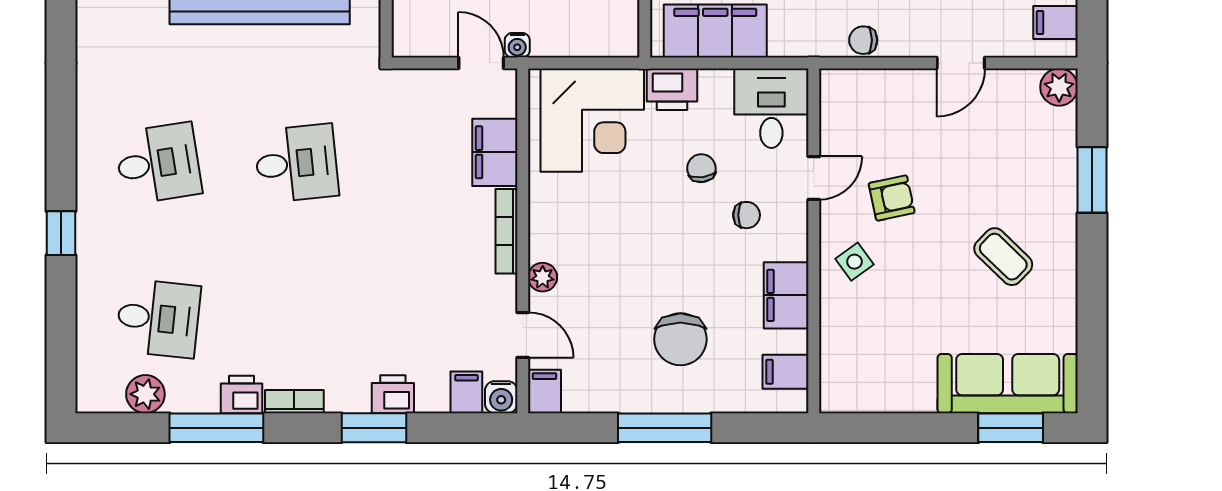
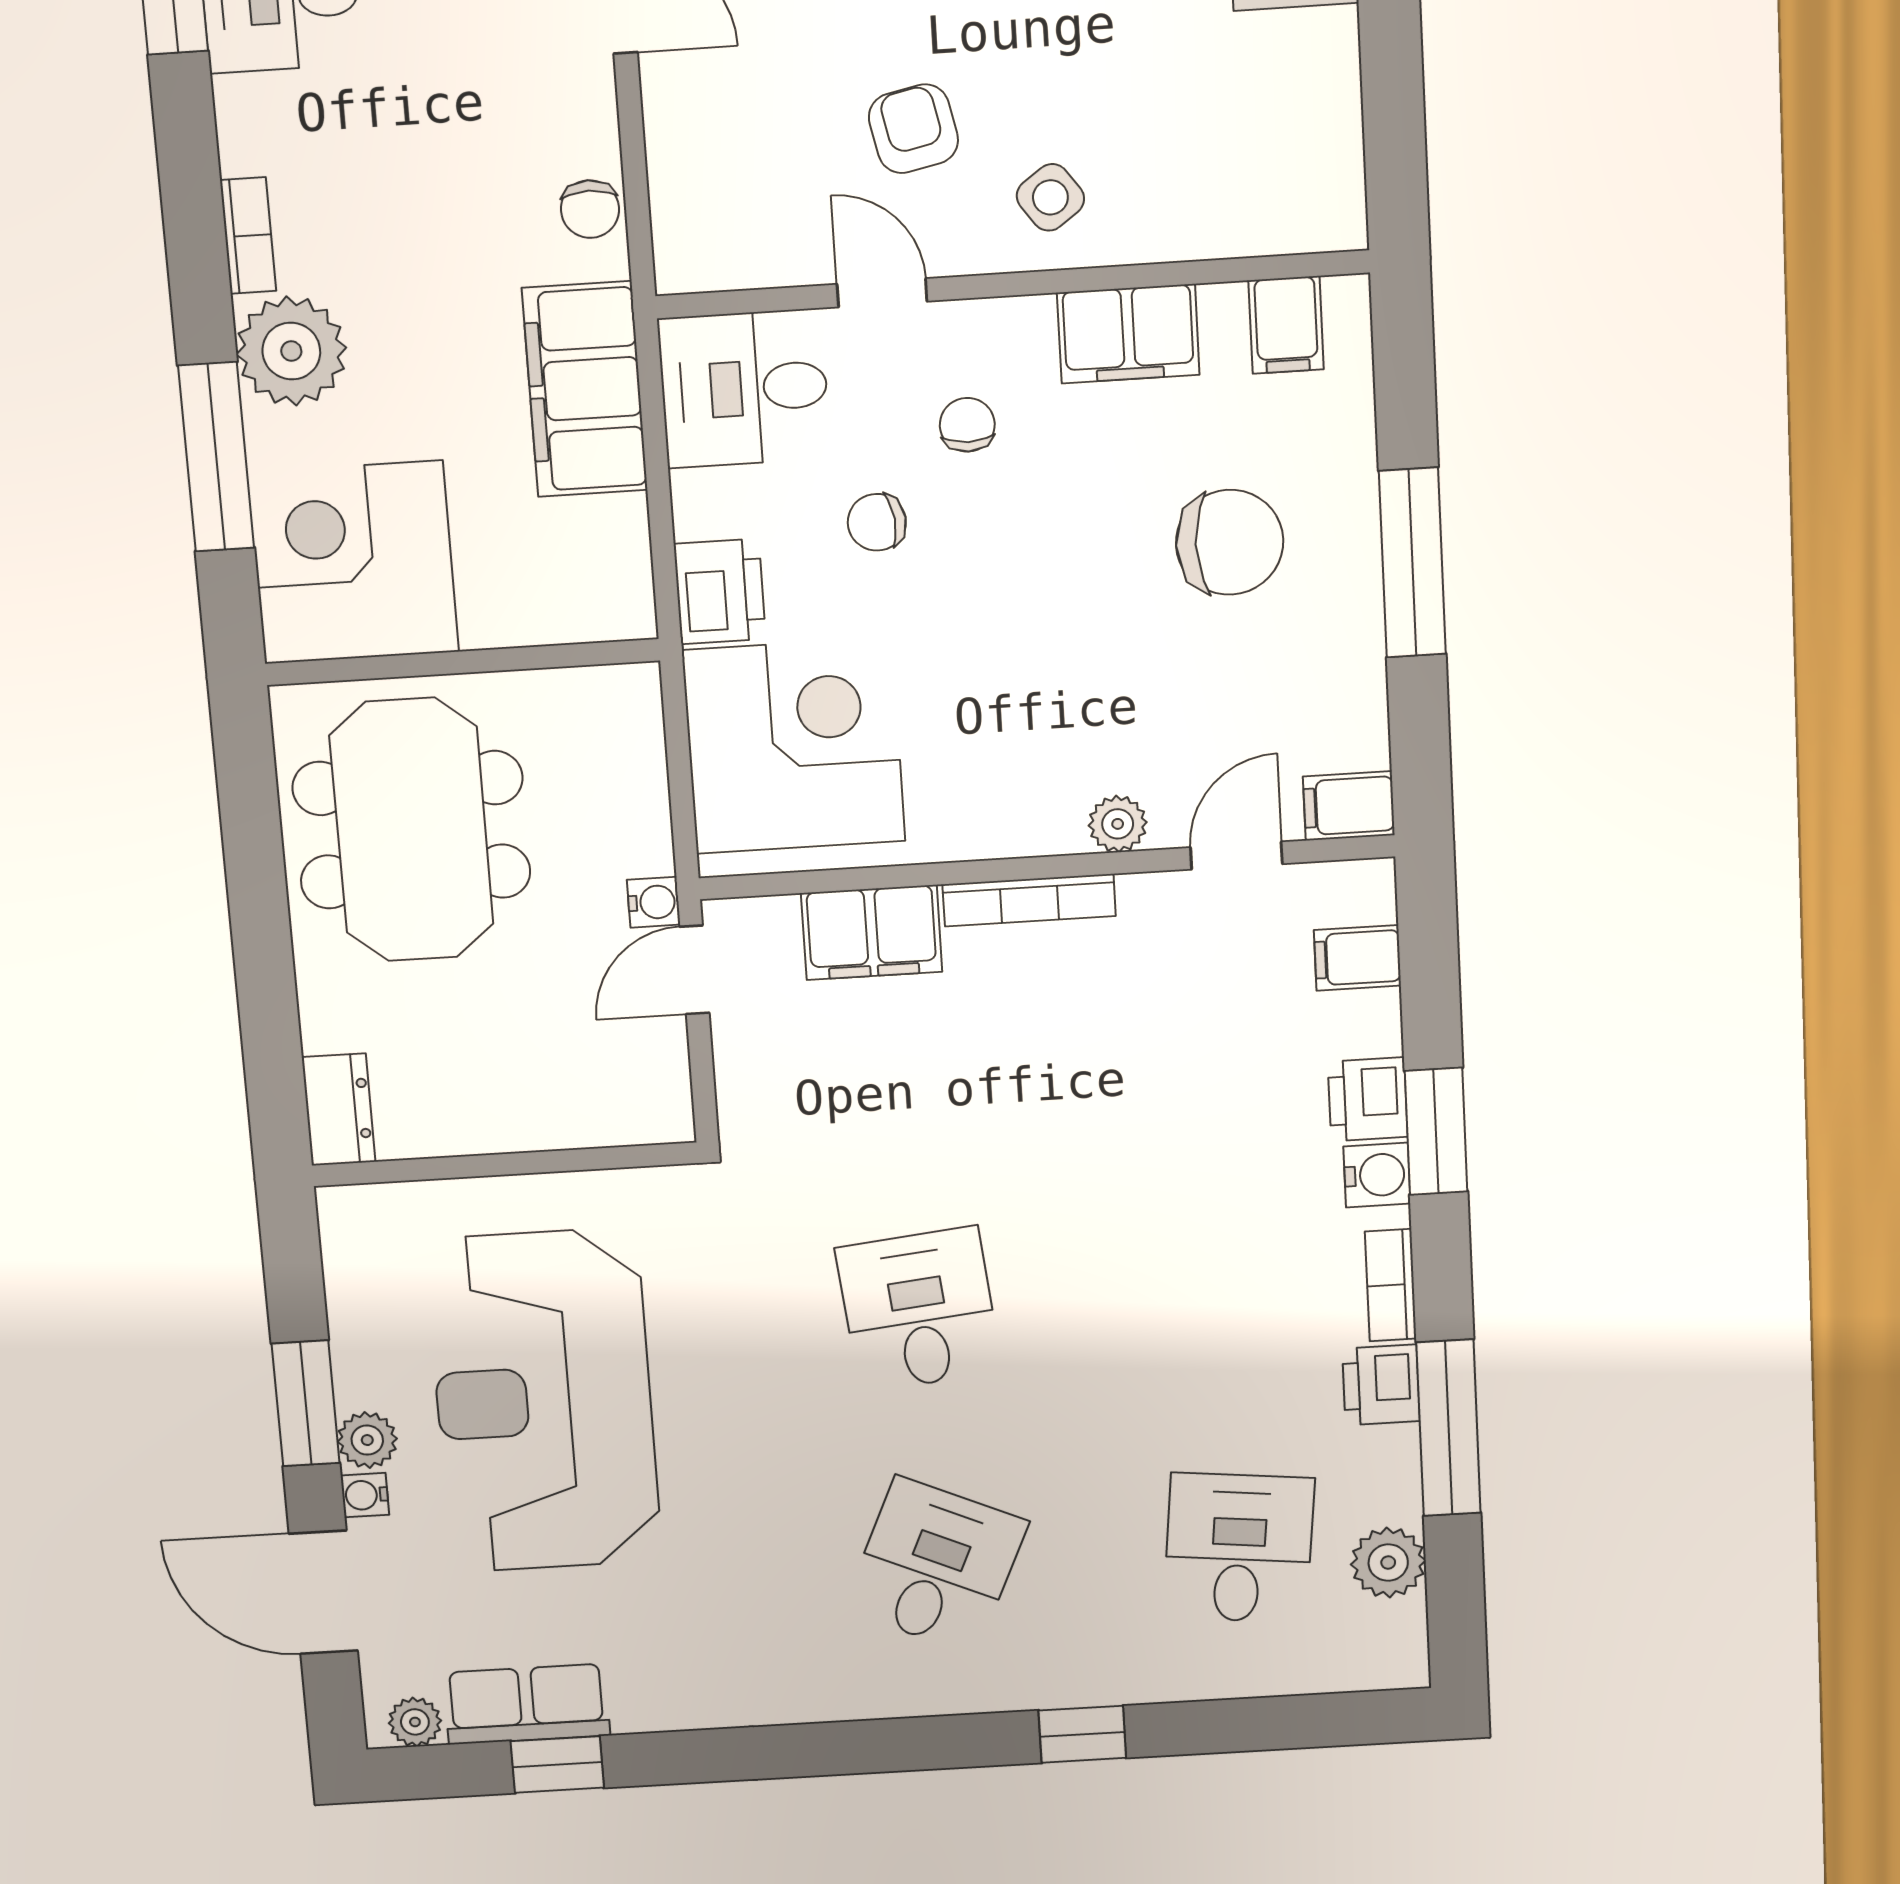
filing cabinet: (715, 31) -> (585, 389), moved
desk: (158, 163) -> (936, 1566), turned 33
water cooler: (501, 397) -> (1377, 1175), moved

